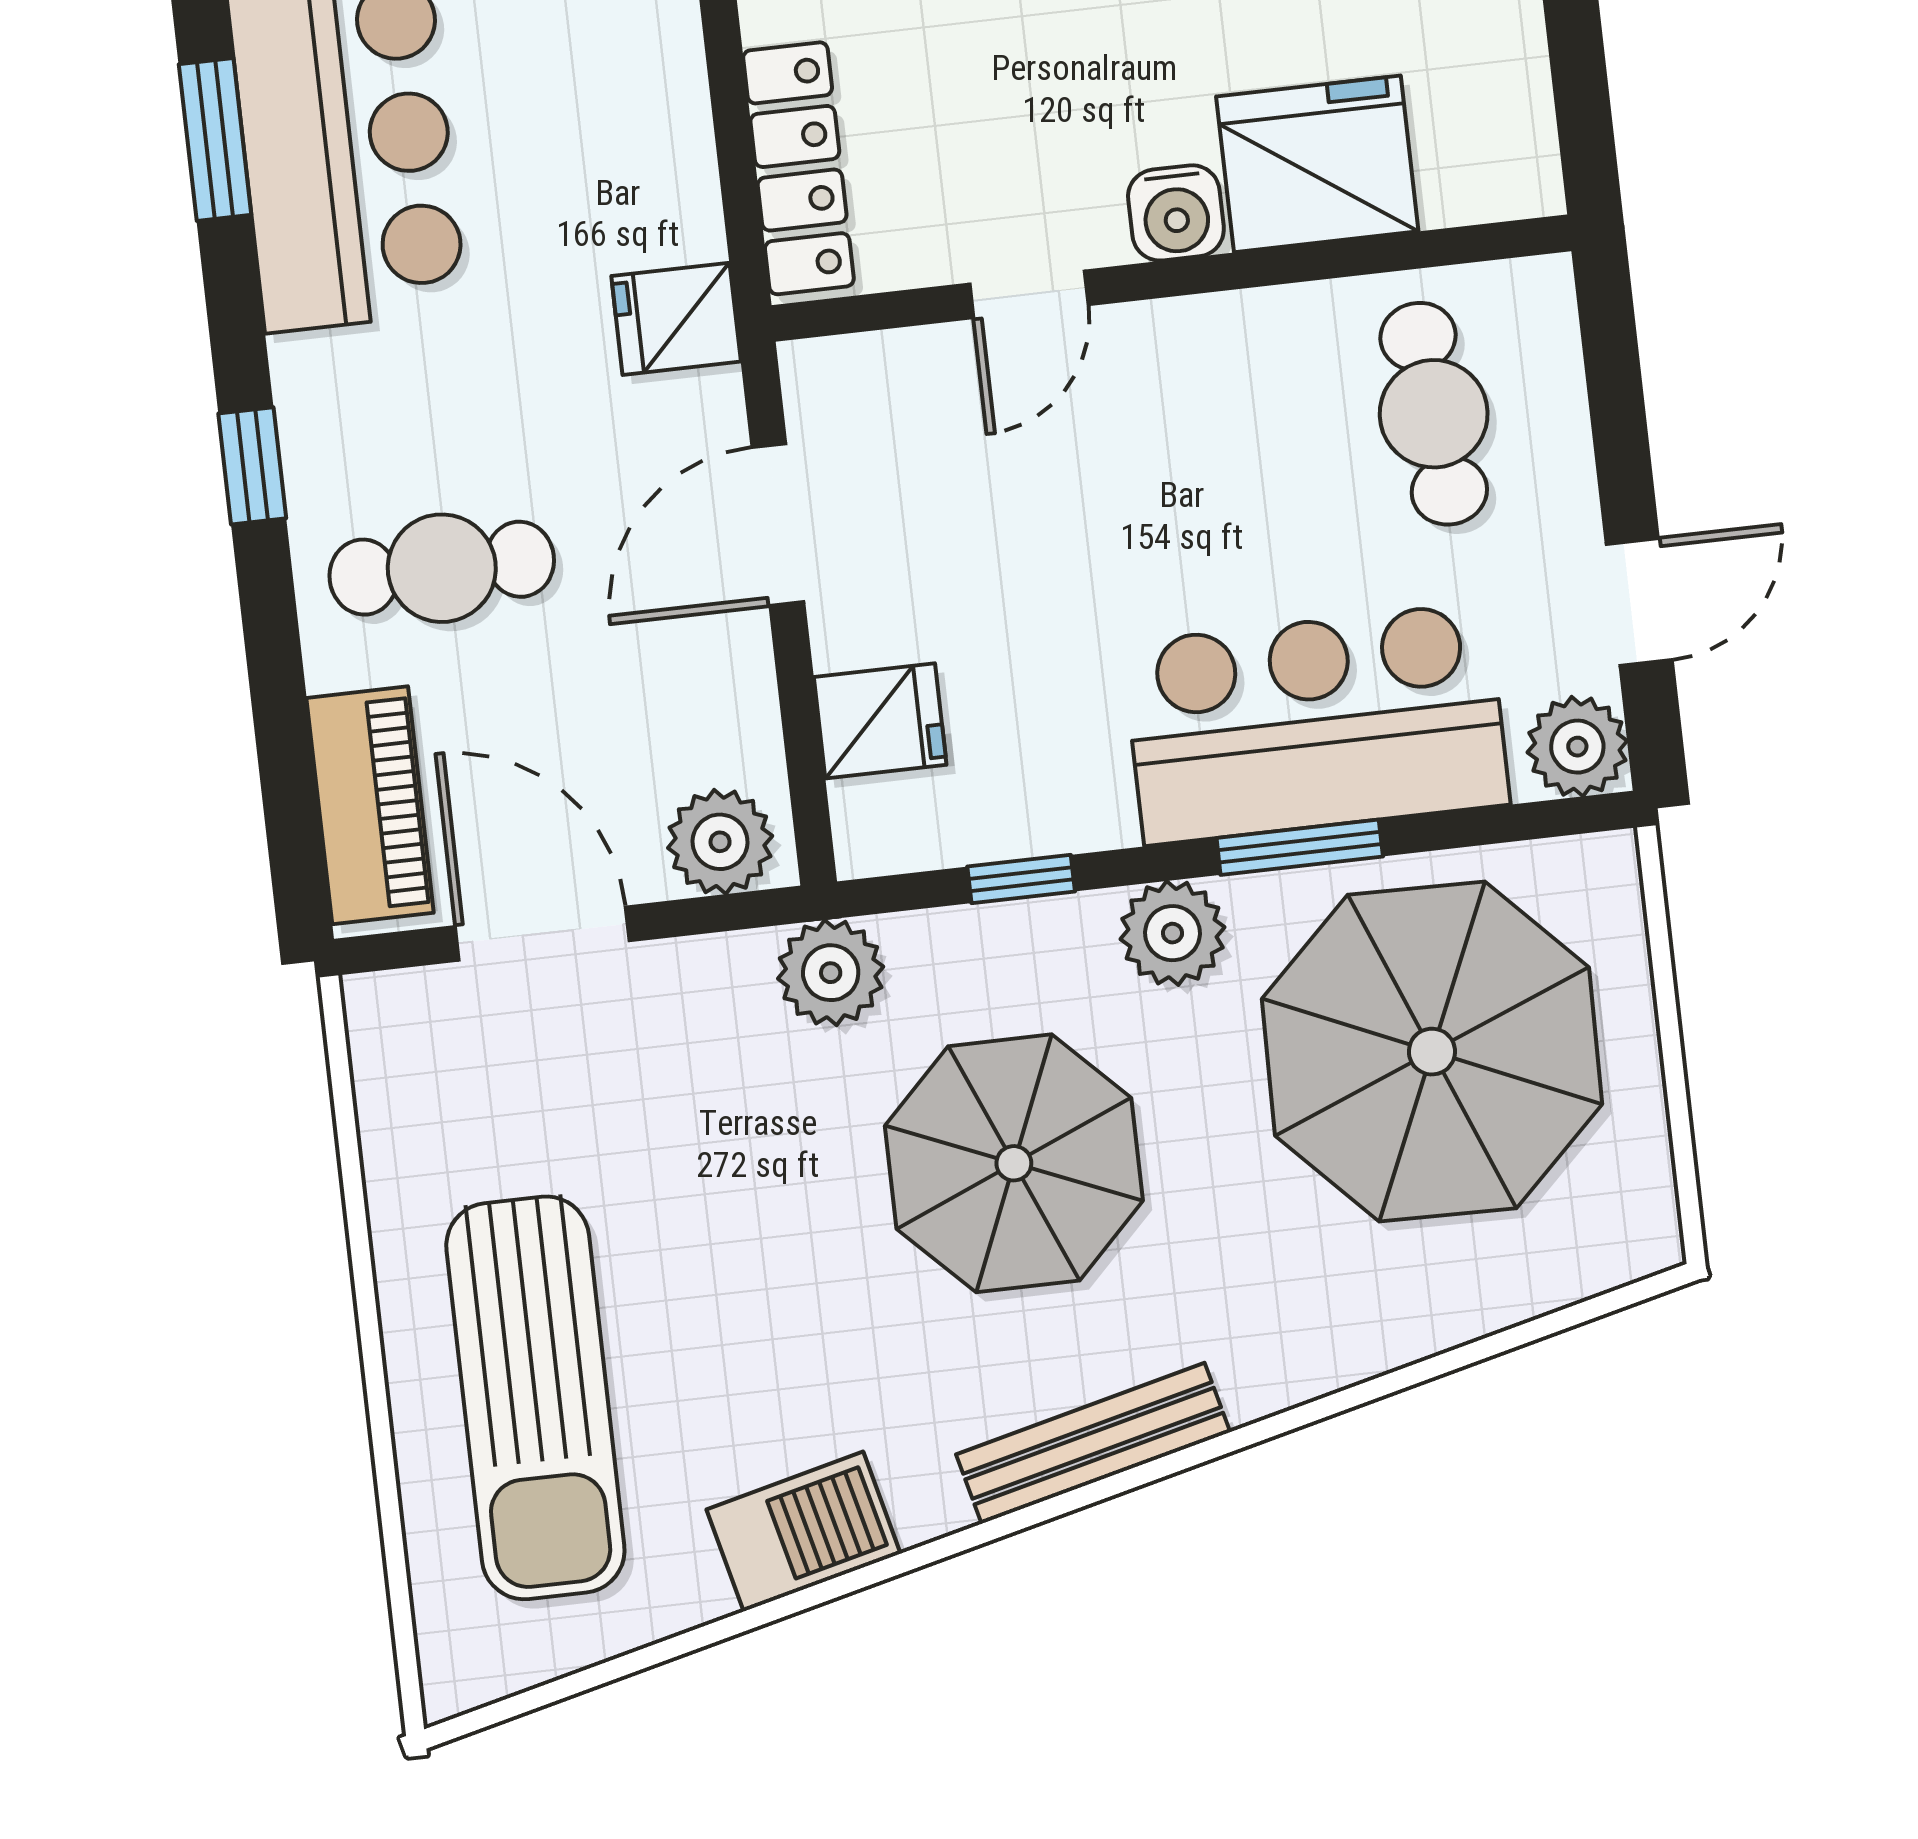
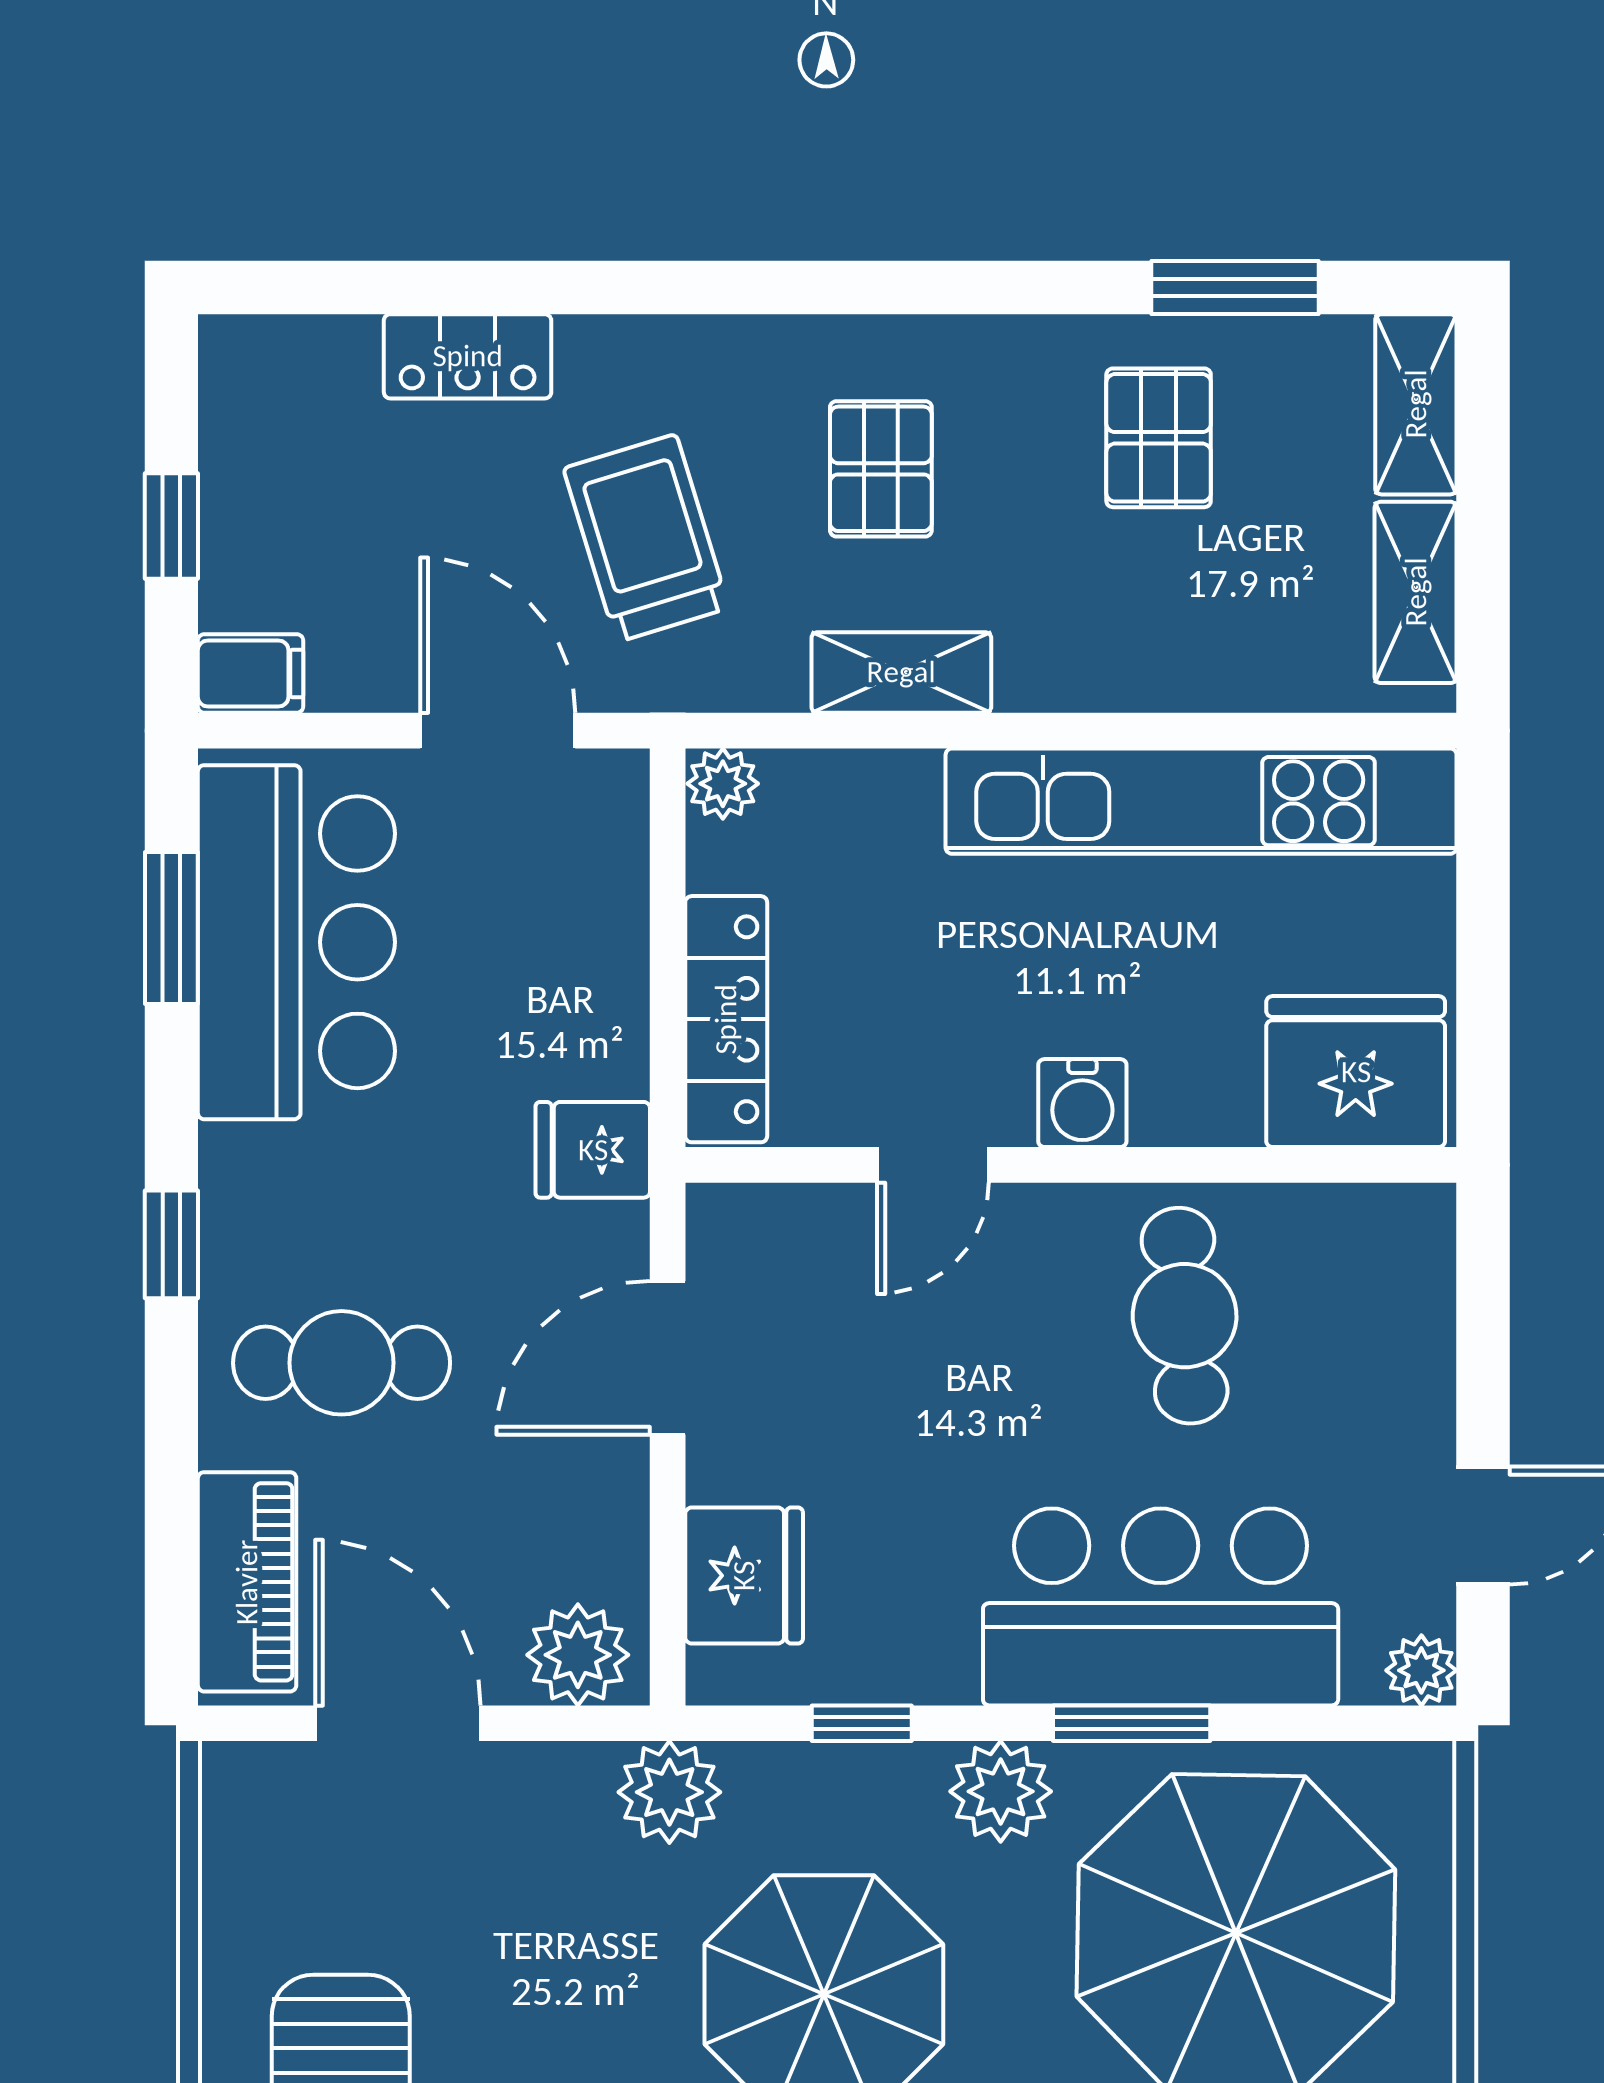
fridge: (1317, 164) -> (1356, 1072), moved
cafe table: (1434, 414) -> (1185, 1316), moved
fridge: (880, 721) -> (744, 1576), width x1.38
plant: (1577, 747) -> (1421, 1670), width x0.73, depth x0.73

